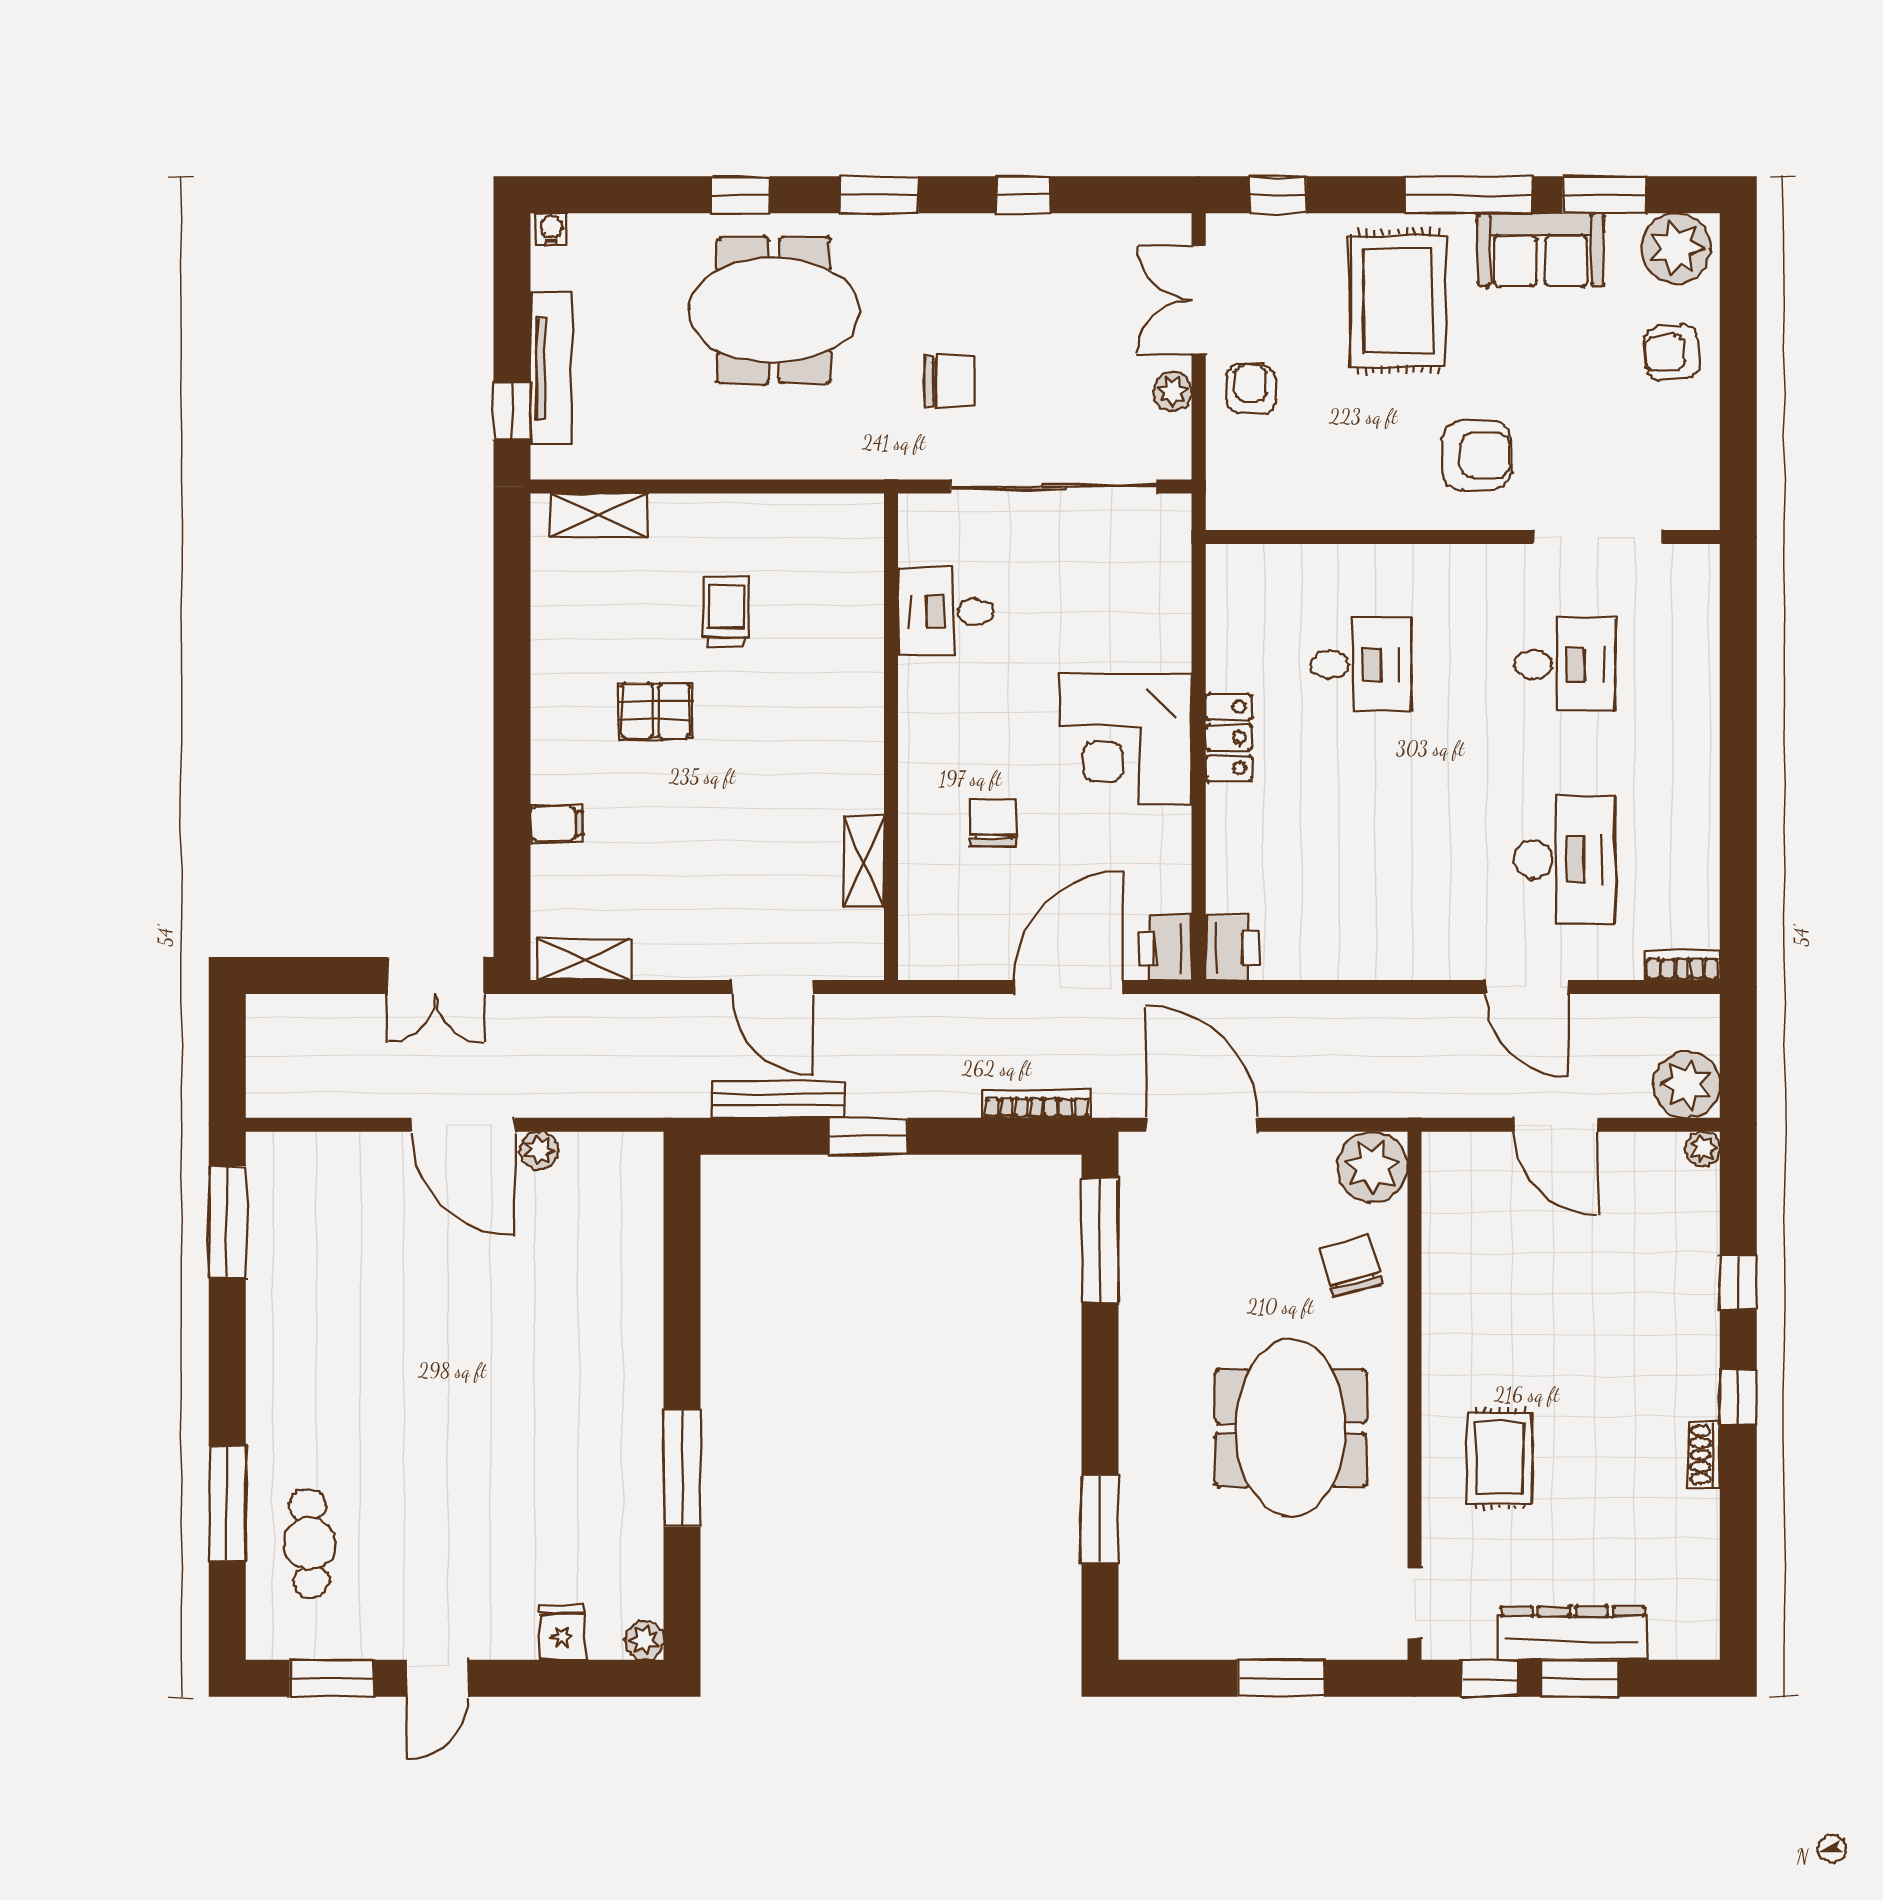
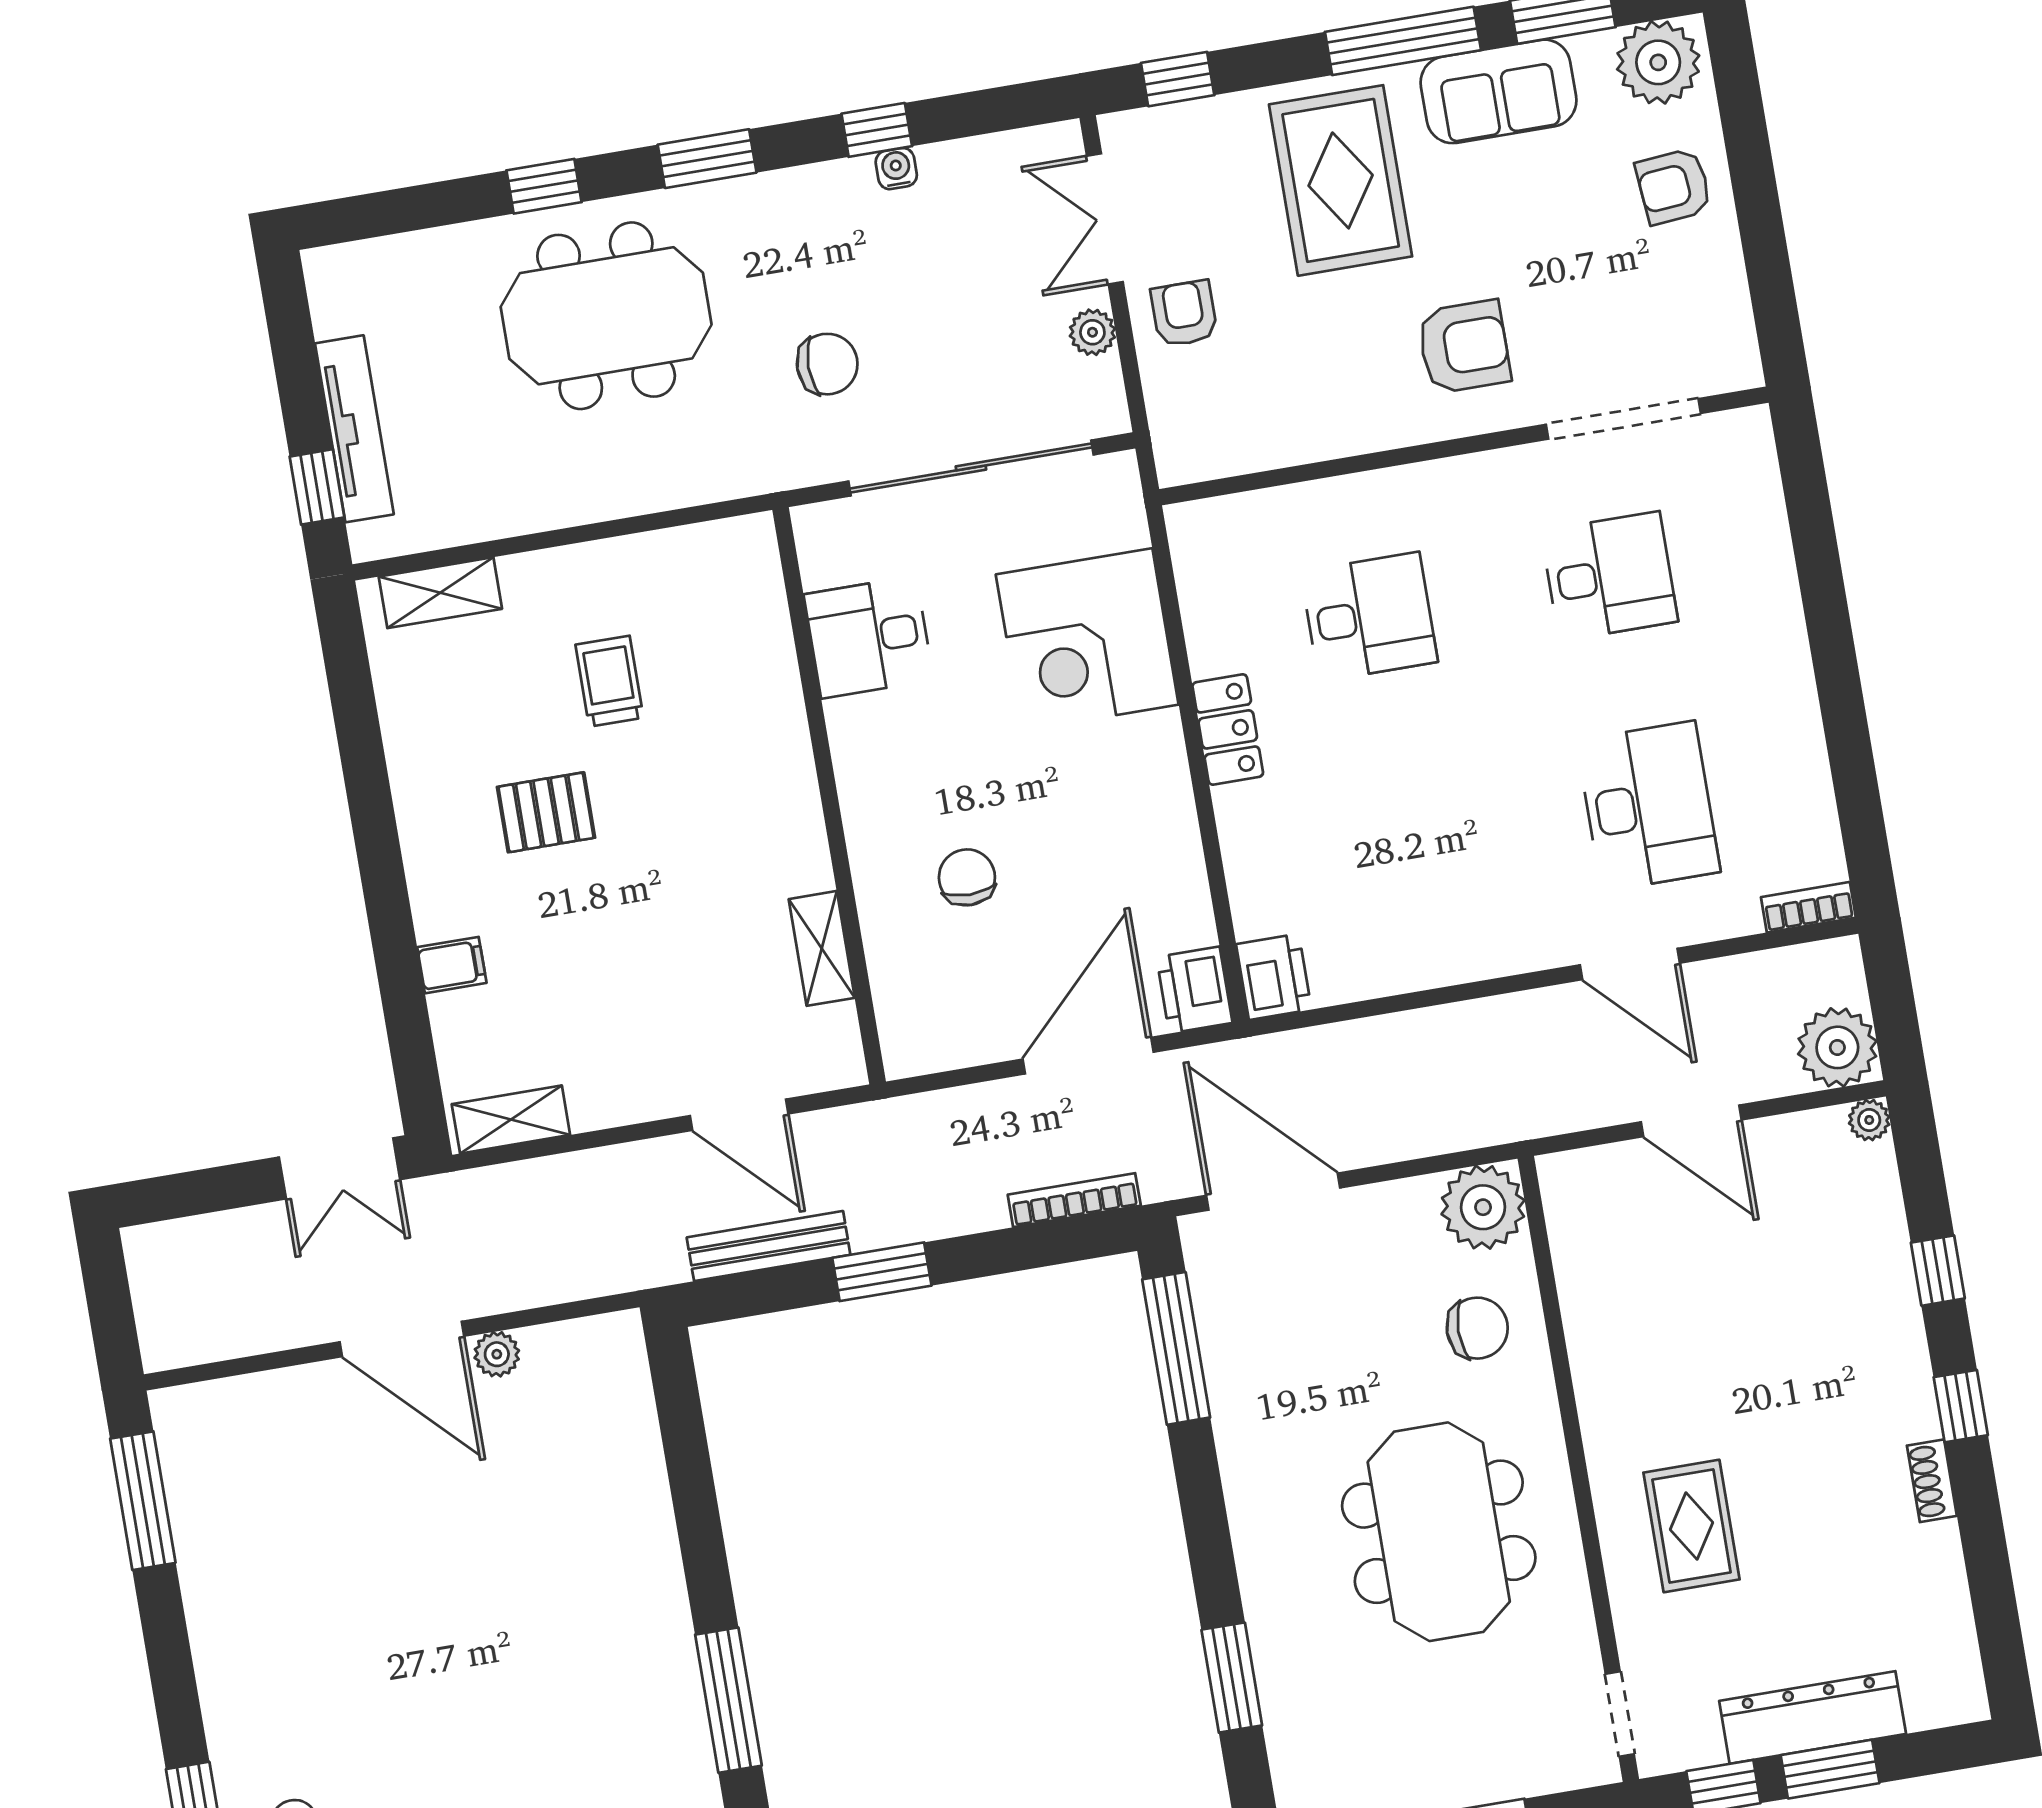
water cooler: (551, 229) -> (896, 169), moved
corner desk: (1125, 739) -> (1087, 640), moved
chair: (1351, 1266) -> (1477, 1328), turned 105

